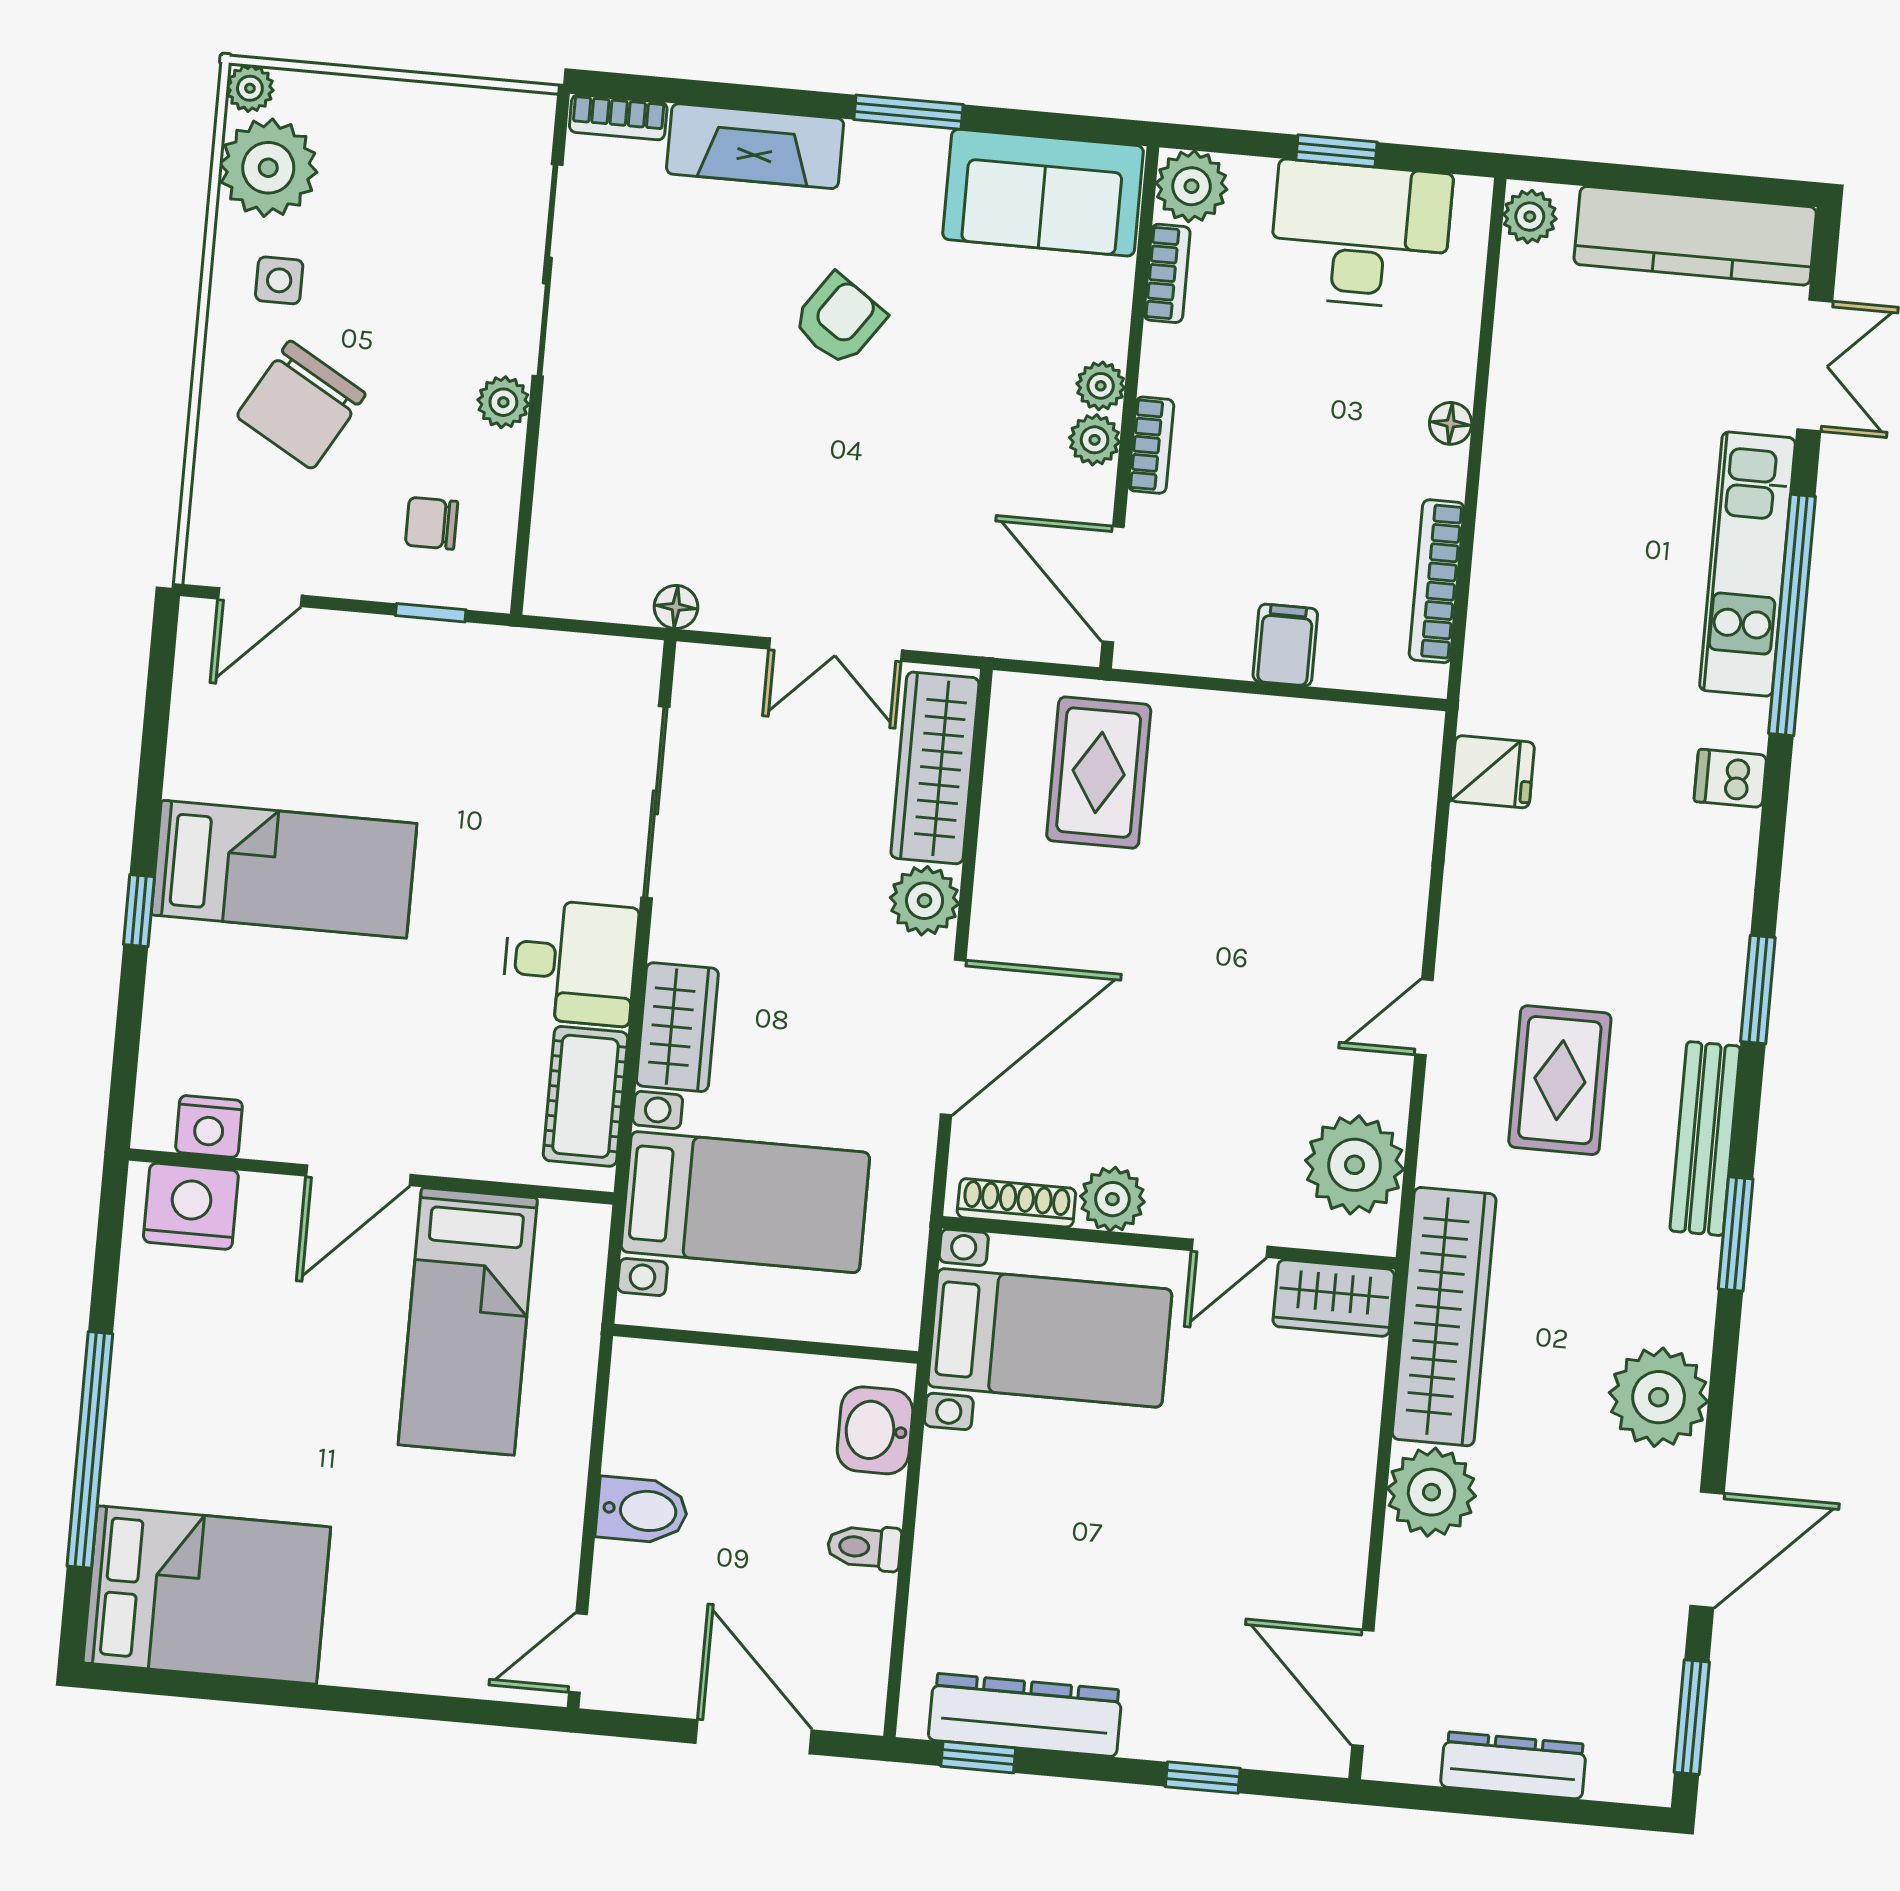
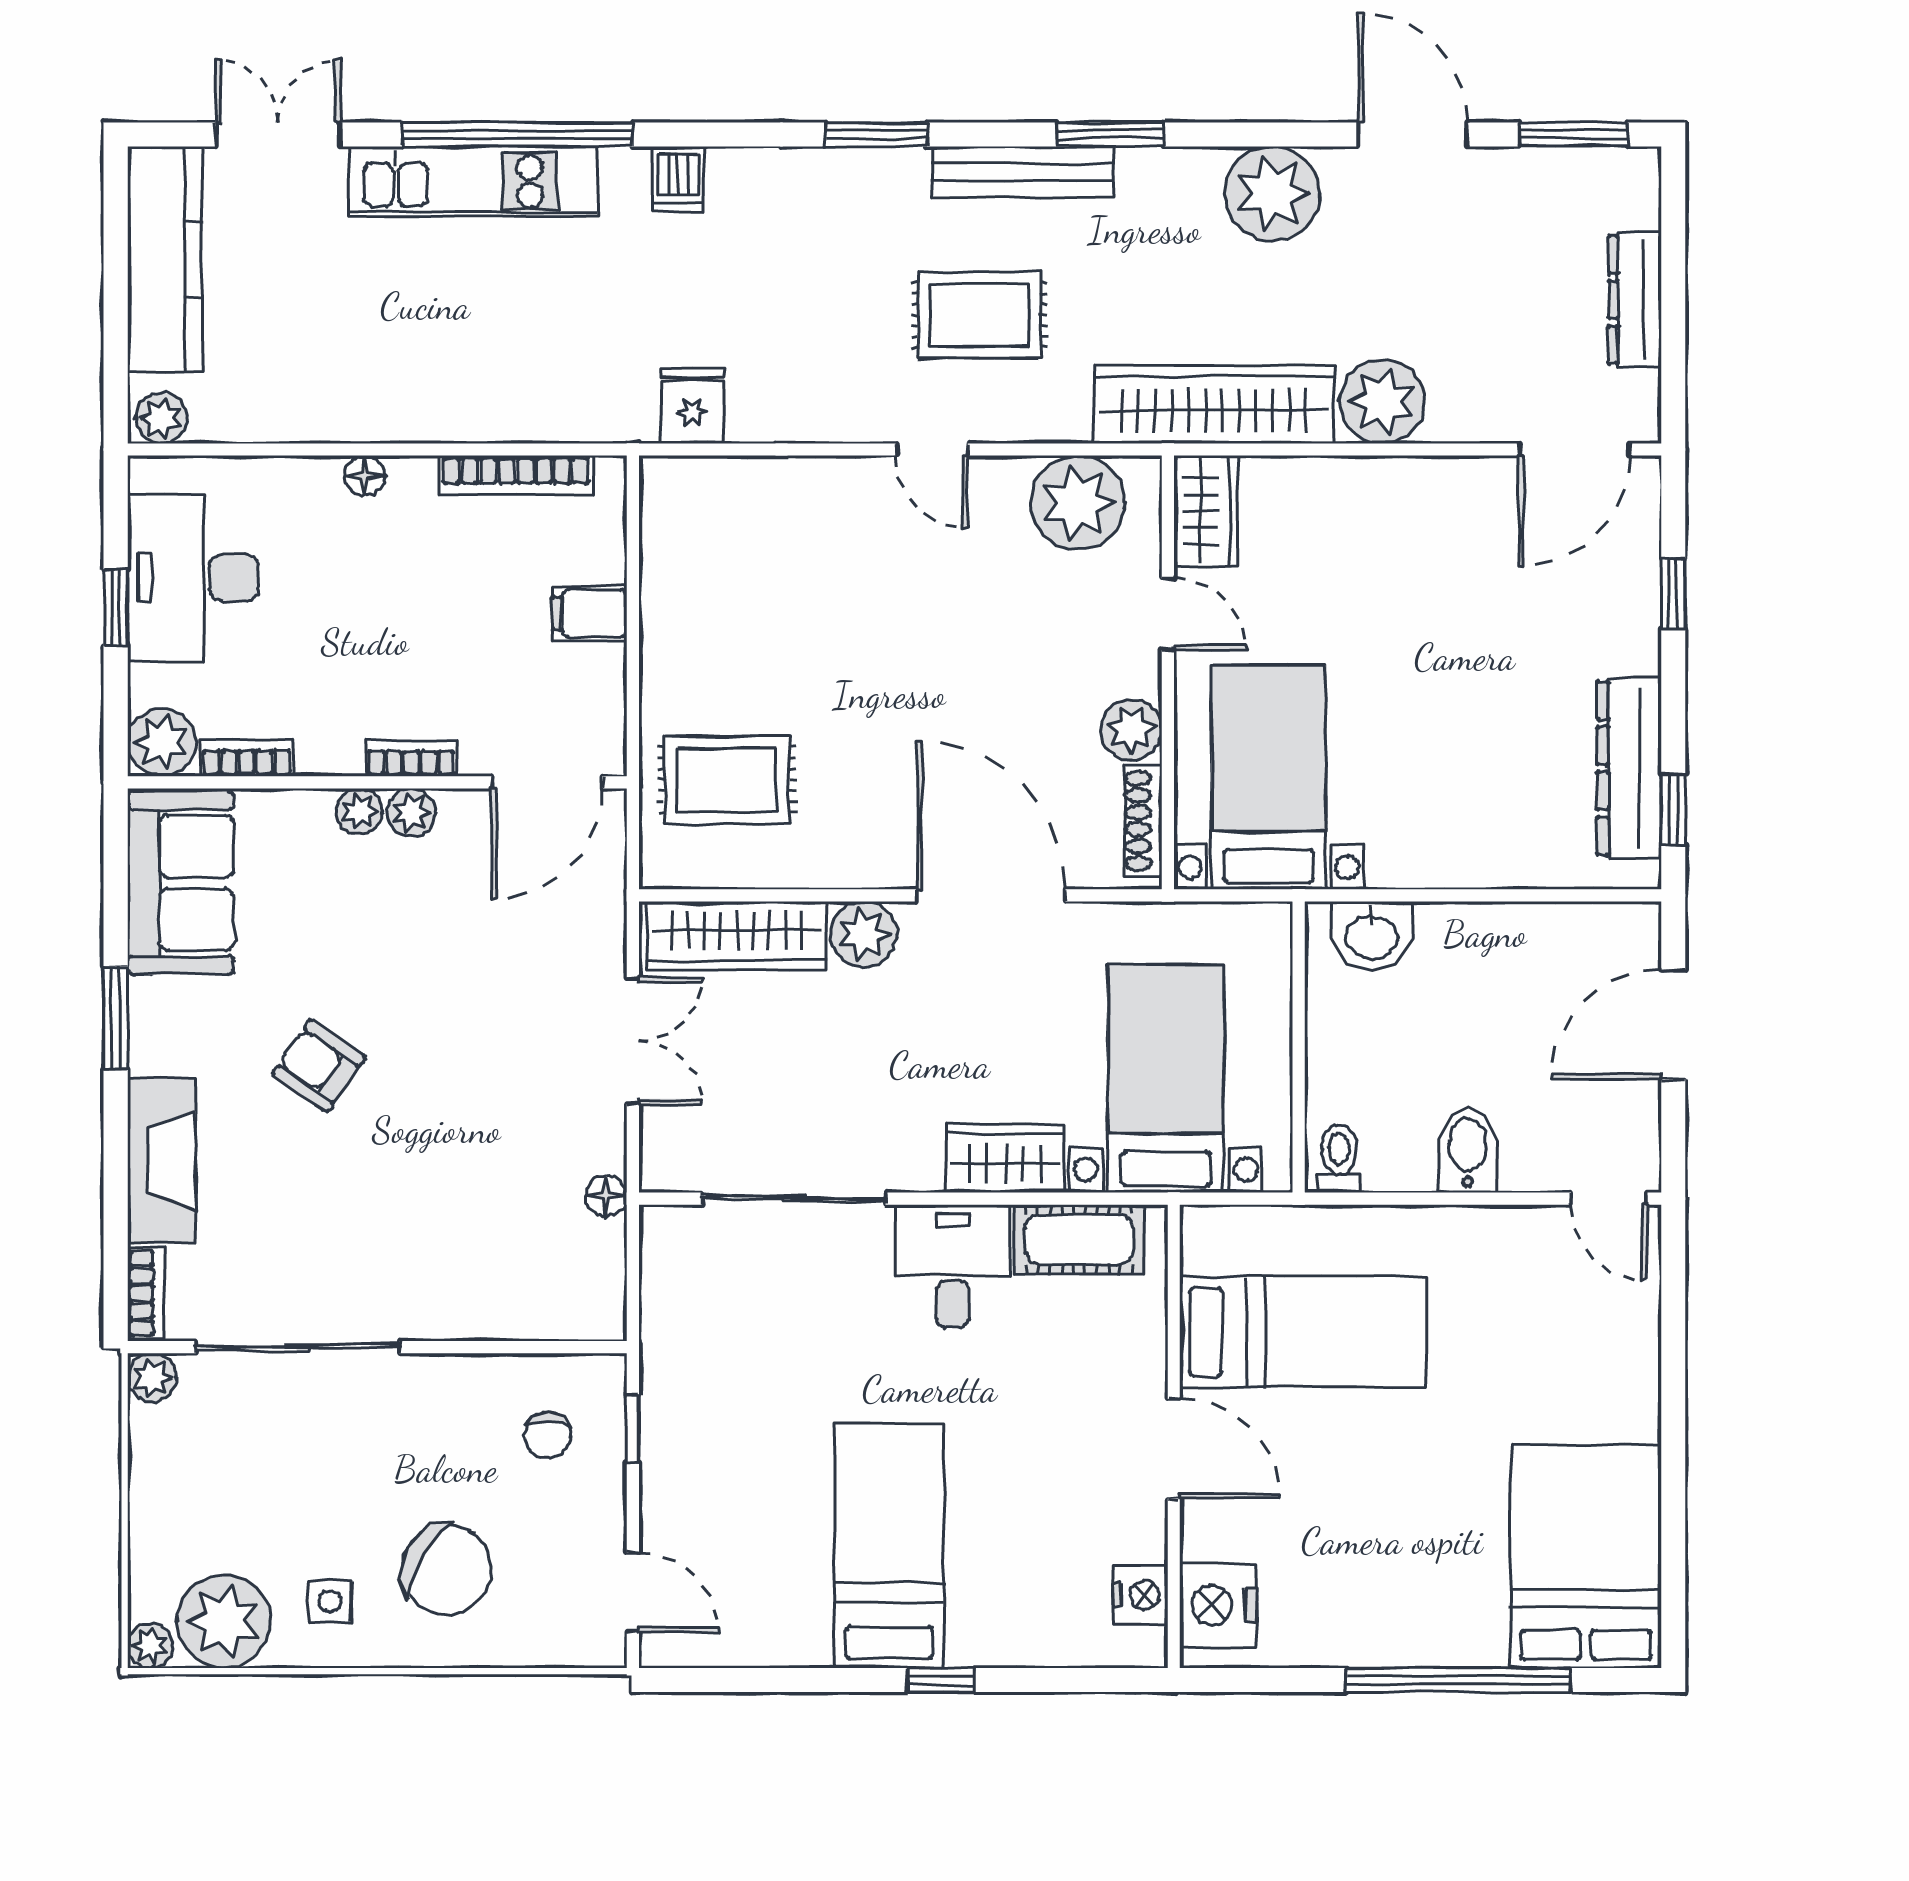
plant: (503, 402) -> (152, 1378), moved
toilet: (864, 1547) -> (1339, 1158), moved, turned 180

